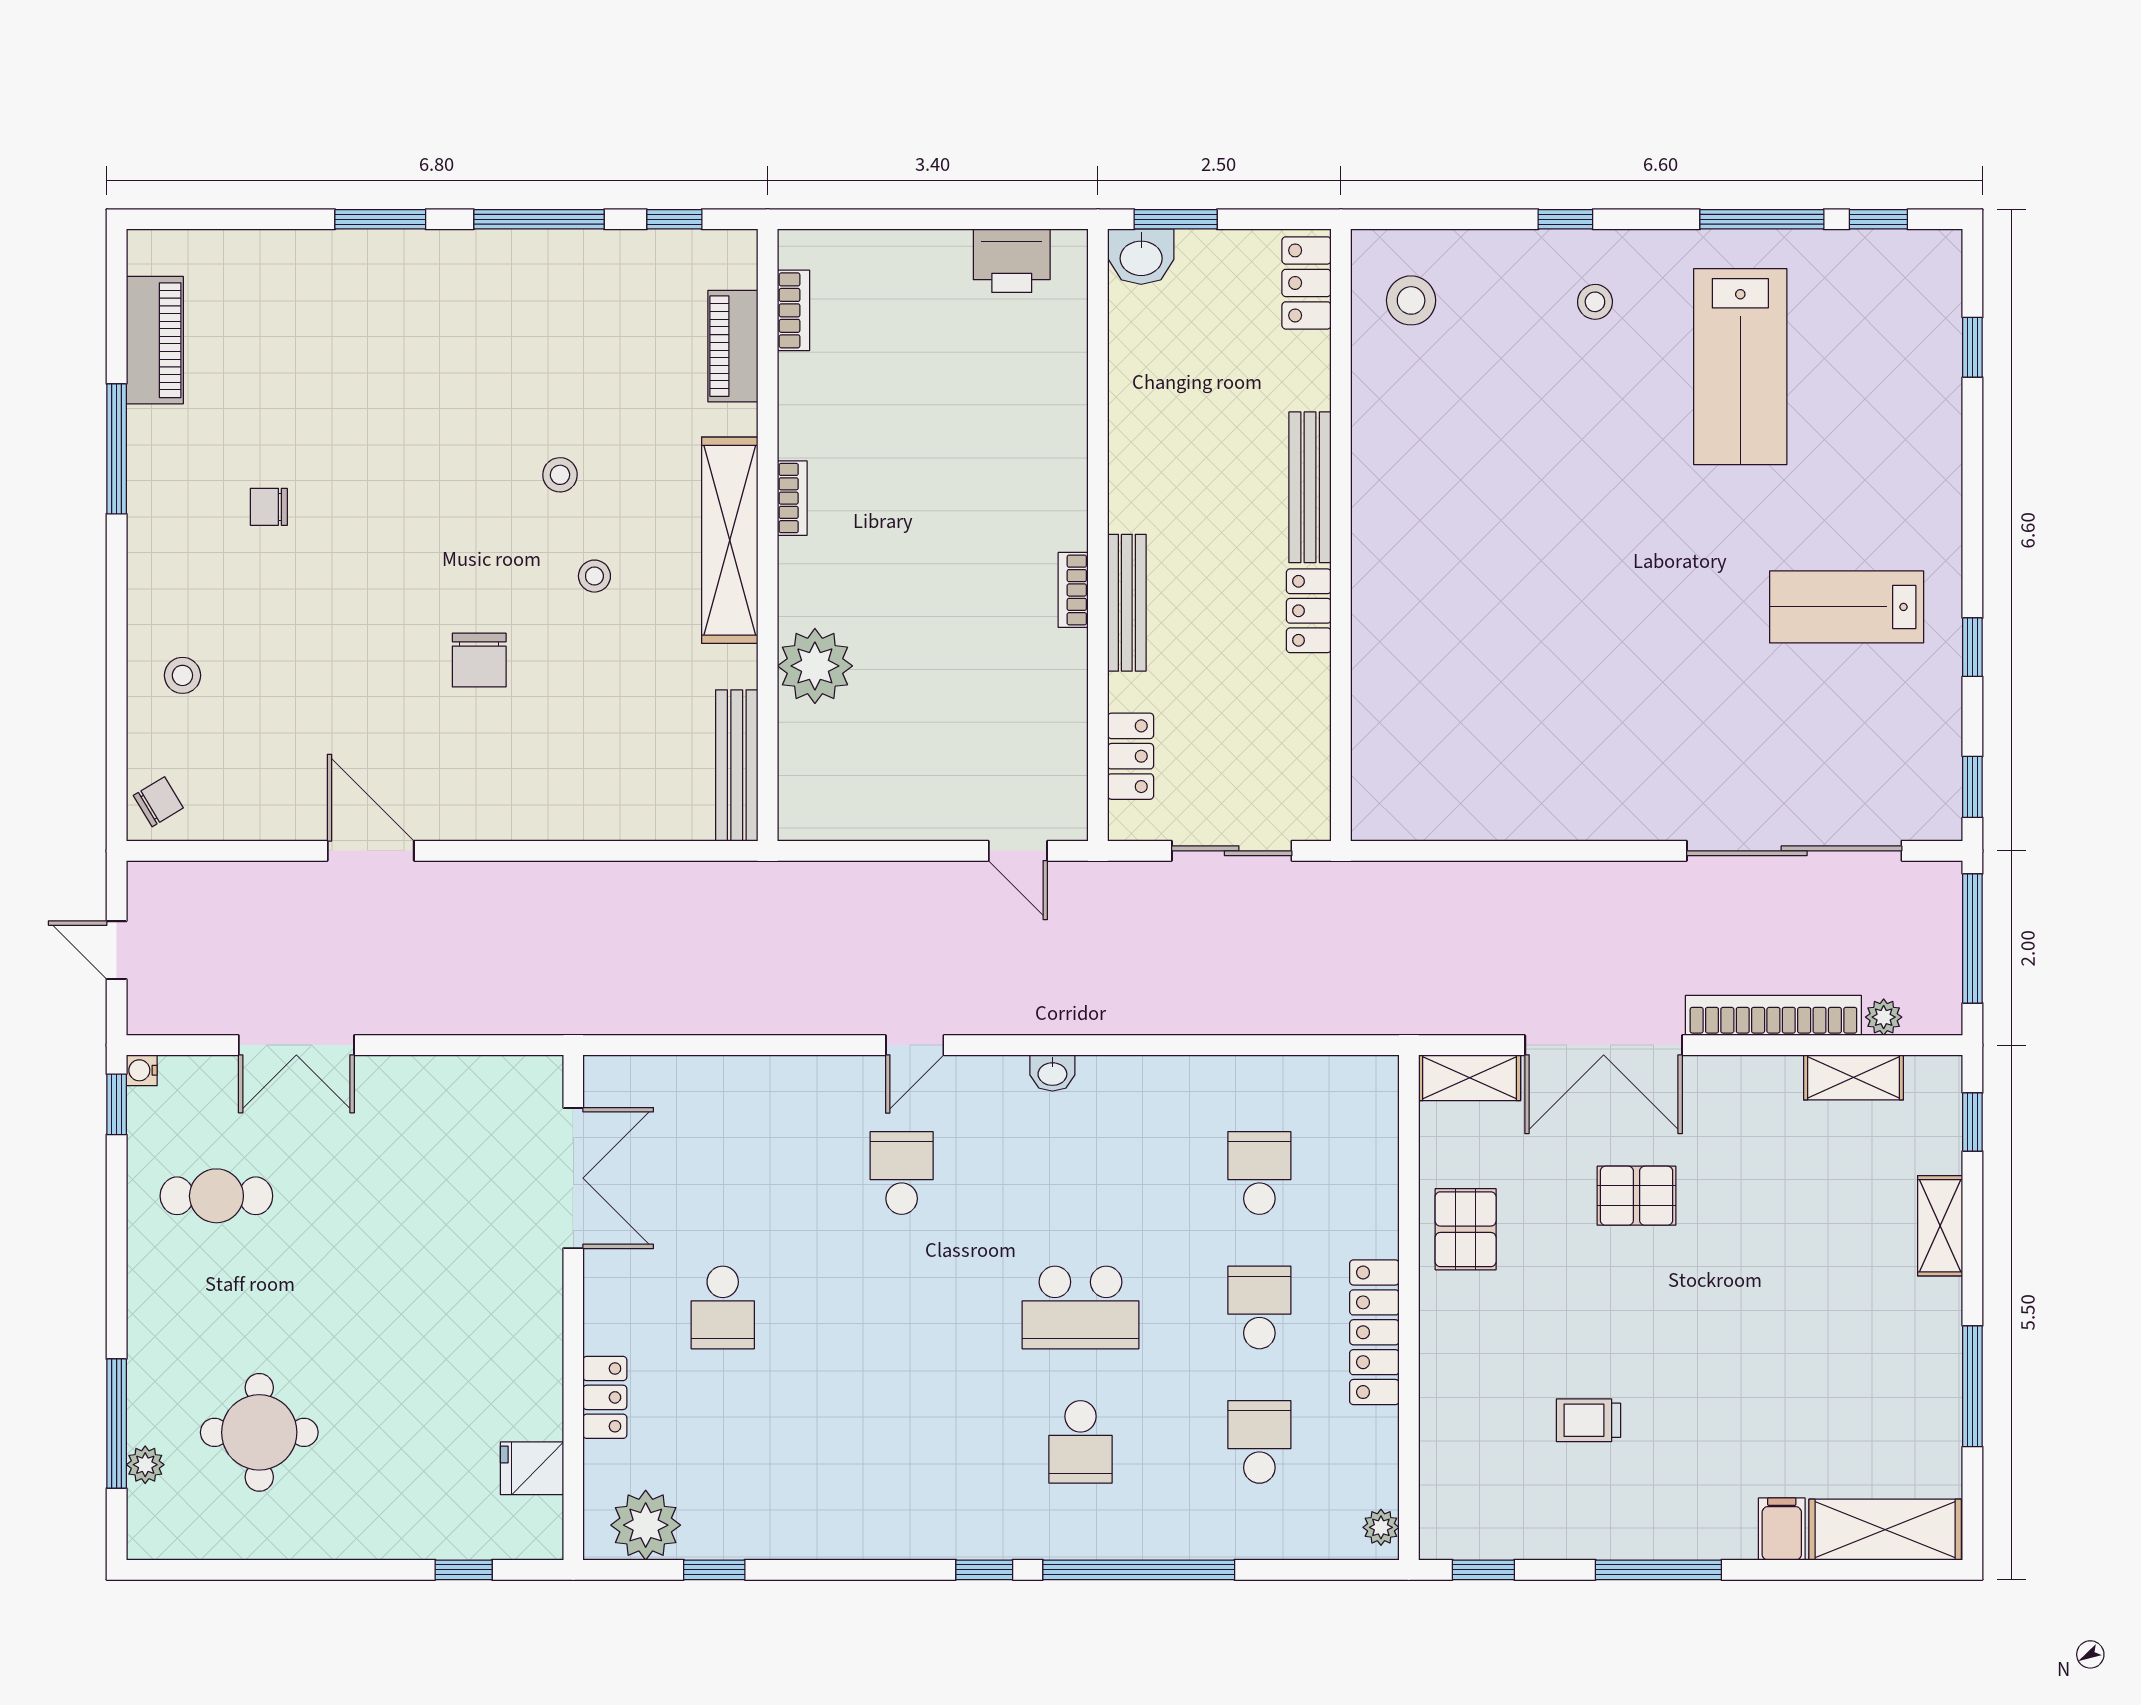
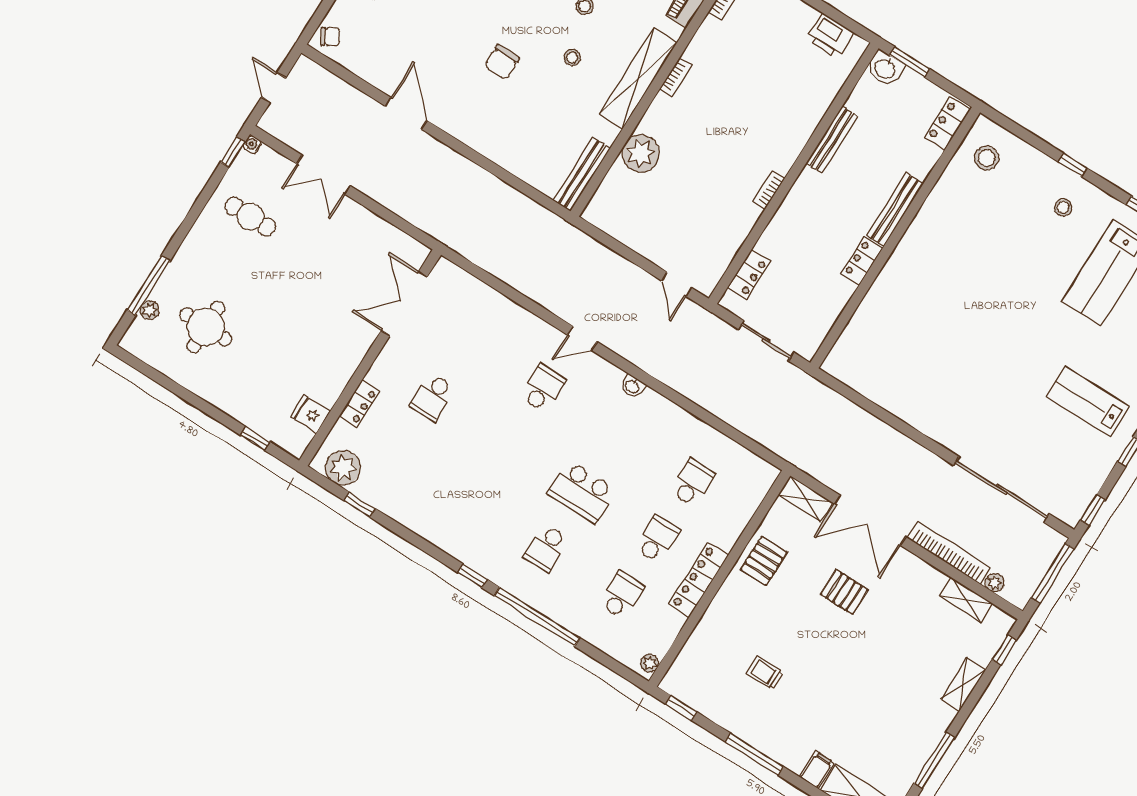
bench: (1127, 603) -> (832, 140), moved
double door: (573, 1178) -> (404, 304), swing flipped

